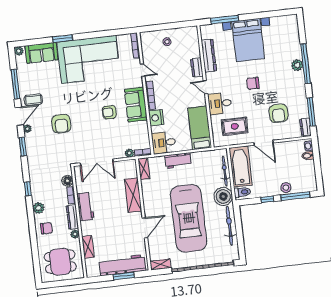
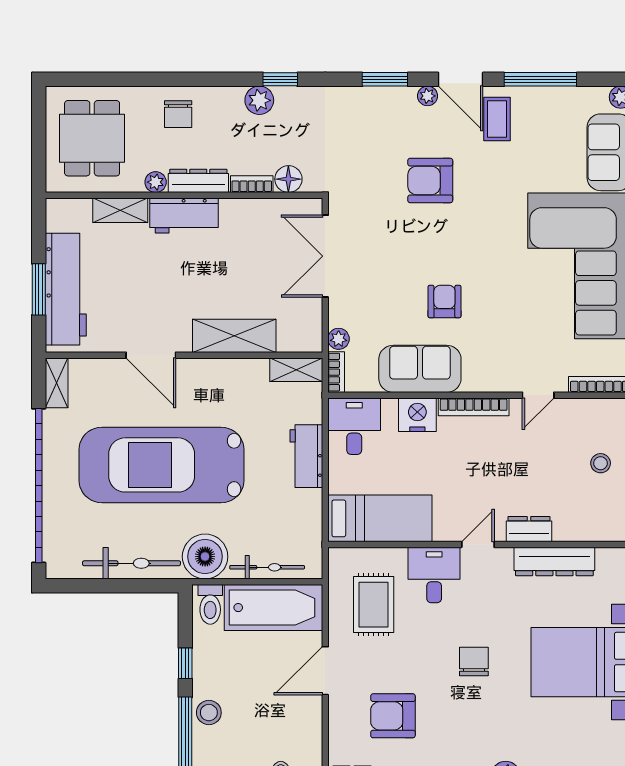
sofa: (136, 105) -> (420, 369), moved
workbench: (85, 206) -> (184, 216), moved
plant: (38, 208) -> (259, 100), moved

